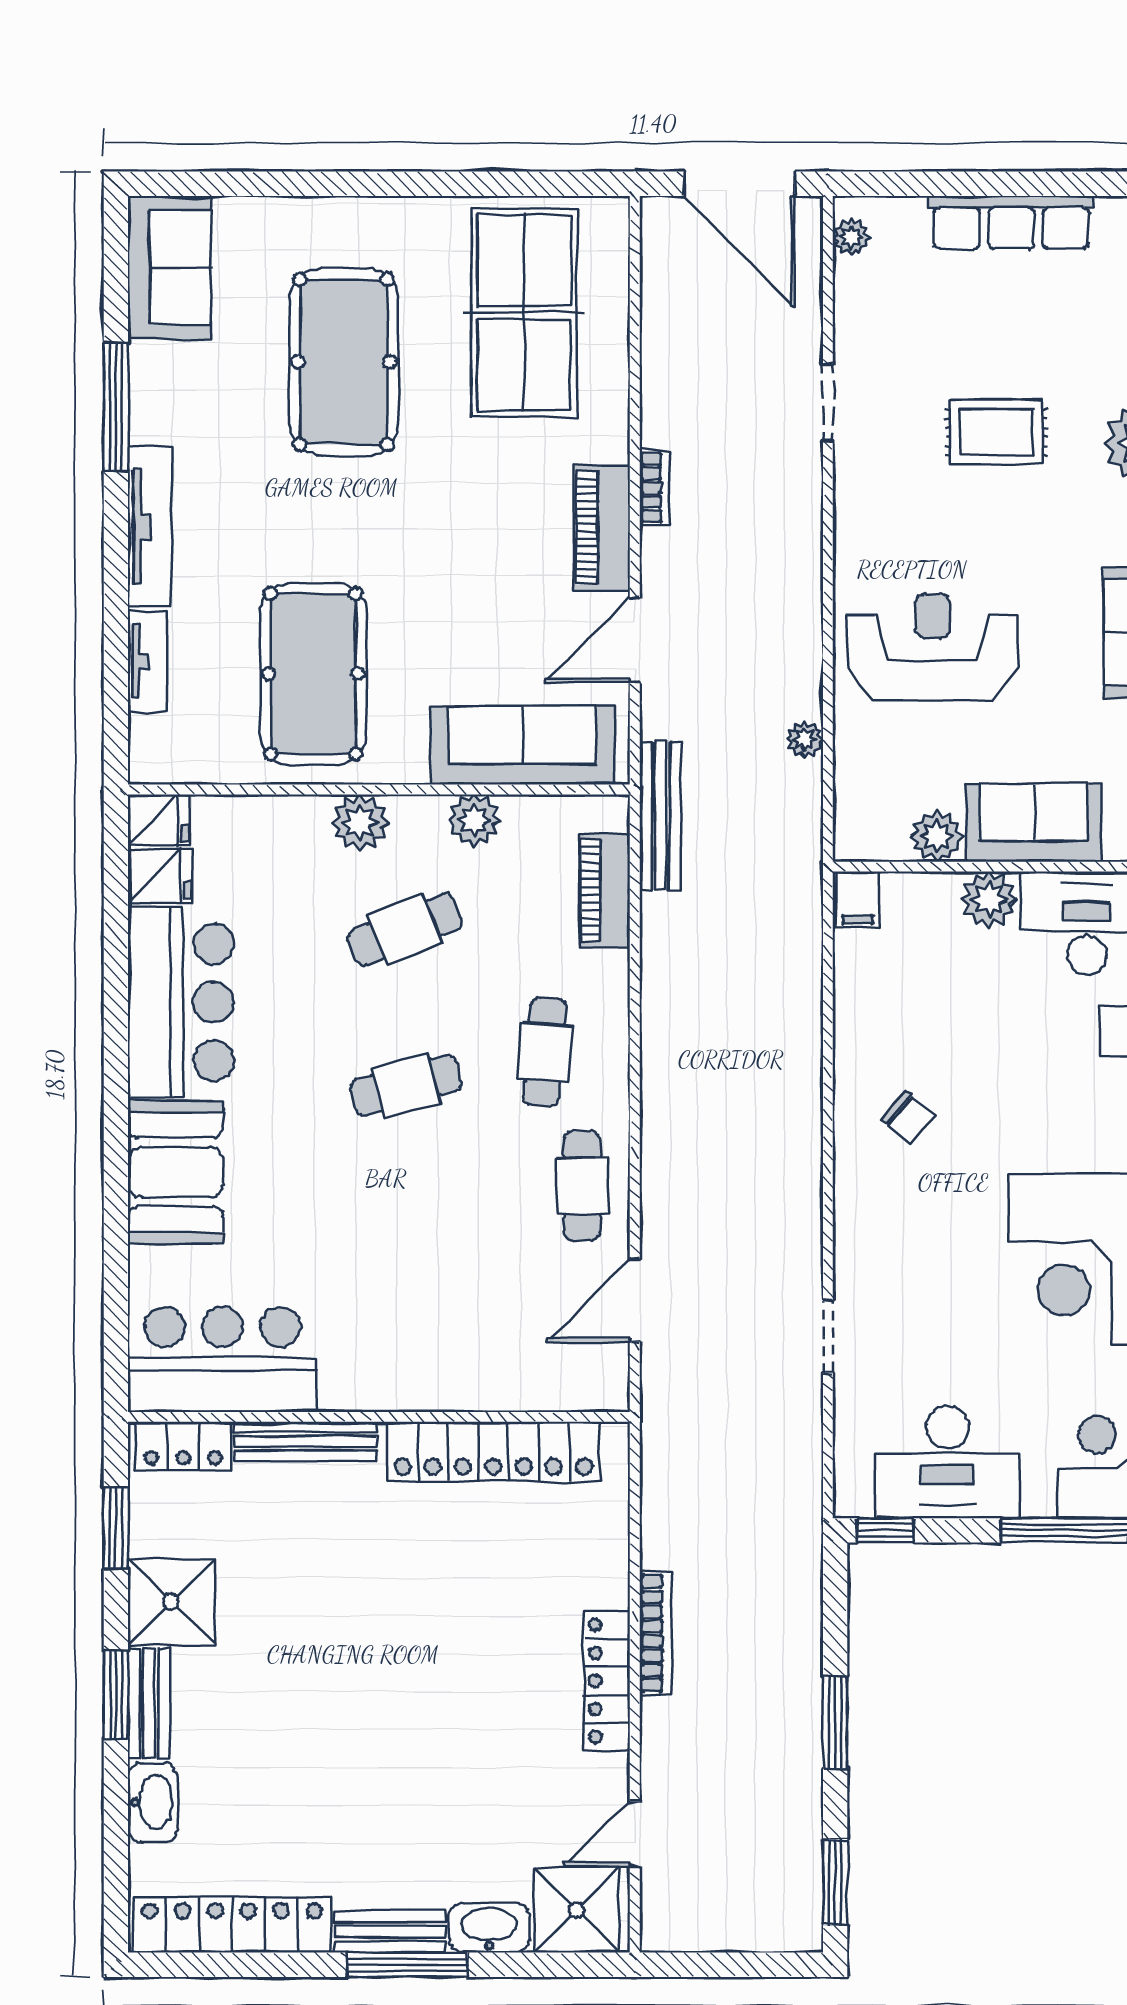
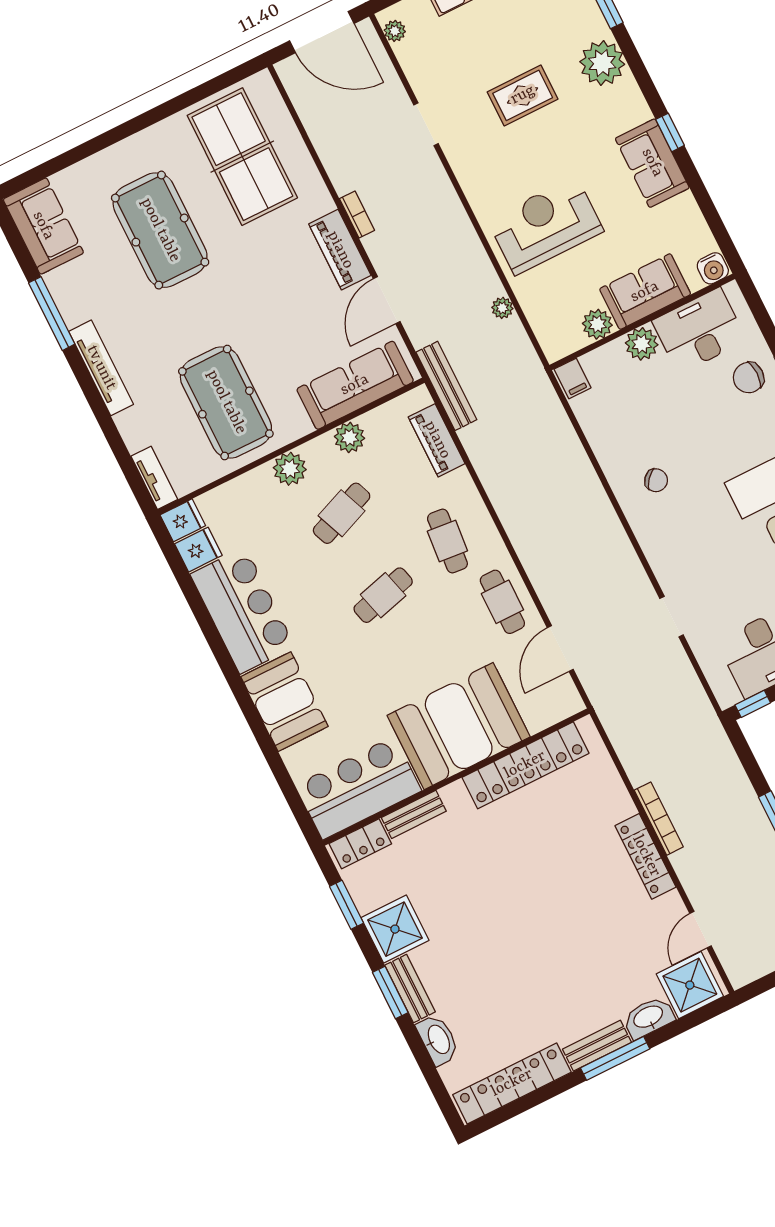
tv unit: (147, 661) -> (154, 478), moved
booth: (422, 1341) -> (459, 726), added
bench: (305, 1442) -> (414, 814), width x0.73

